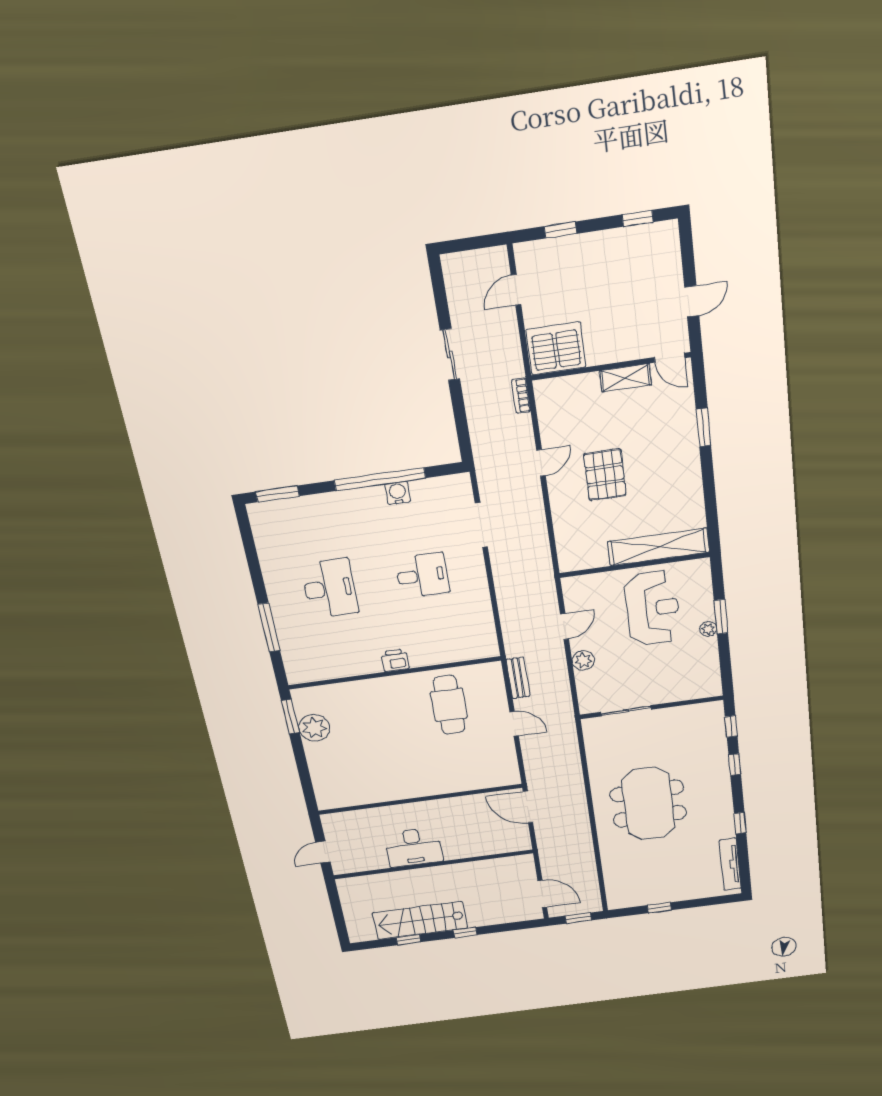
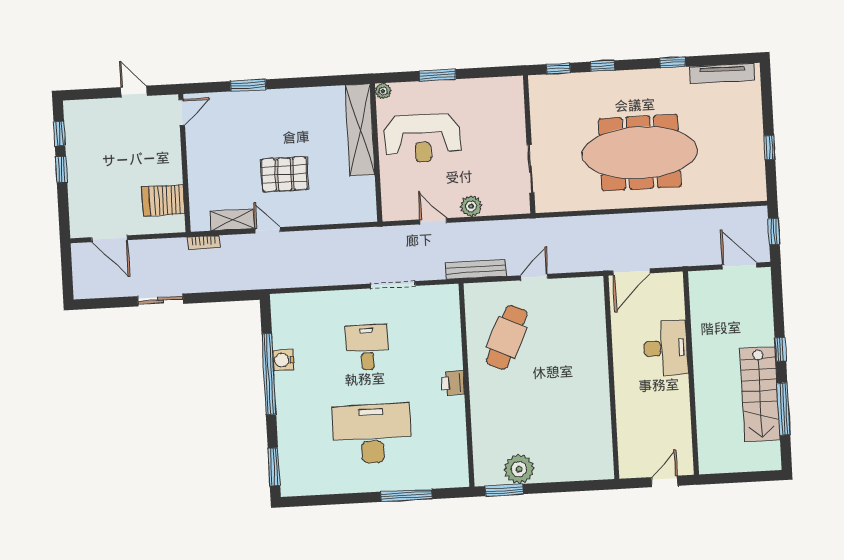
window: (560, 230) -> (61, 169), moved
door: (516, 290) -> (110, 239), width x1.38
server rack: (556, 348) -> (163, 200), width x0.62
shelving: (625, 378) -> (232, 220), moved, turned 90
doorway: (481, 525) -> (393, 285), moved
desk: (330, 588) -> (372, 434), width x1.36, depth x1.30
reception desk: (652, 608) -> (422, 138), turned 180
plant: (708, 629) -> (383, 91), moved
bench: (518, 678) -> (476, 269), width x1.36
cafe table: (449, 705) -> (507, 337), turned -66
meeting table: (648, 804) -> (640, 153), width x1.36
desk: (413, 847) -> (666, 348), moved
door: (323, 852) -> (664, 481), swing flipped
door: (542, 894) -> (739, 266), hinge flipped
window: (408, 940) -> (784, 409), width x2.17

